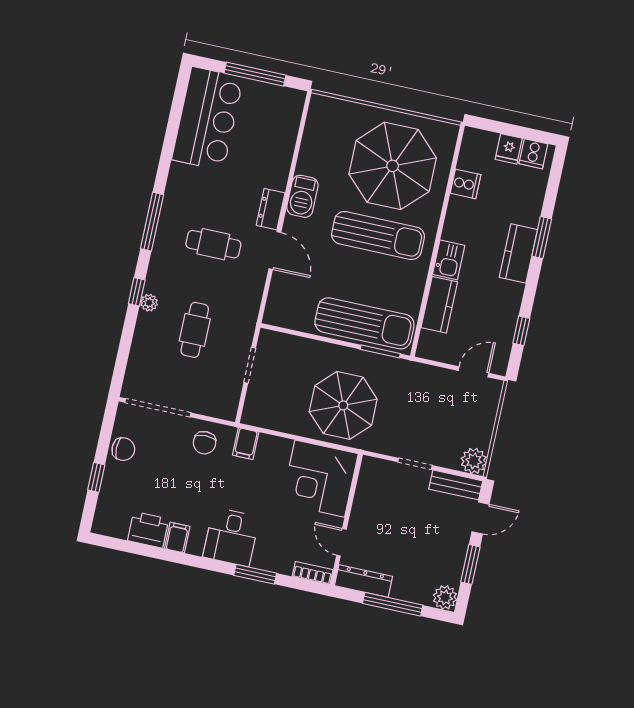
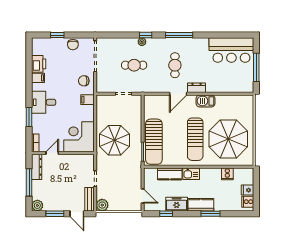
freezer: (506, 304) -> (177, 204), added

